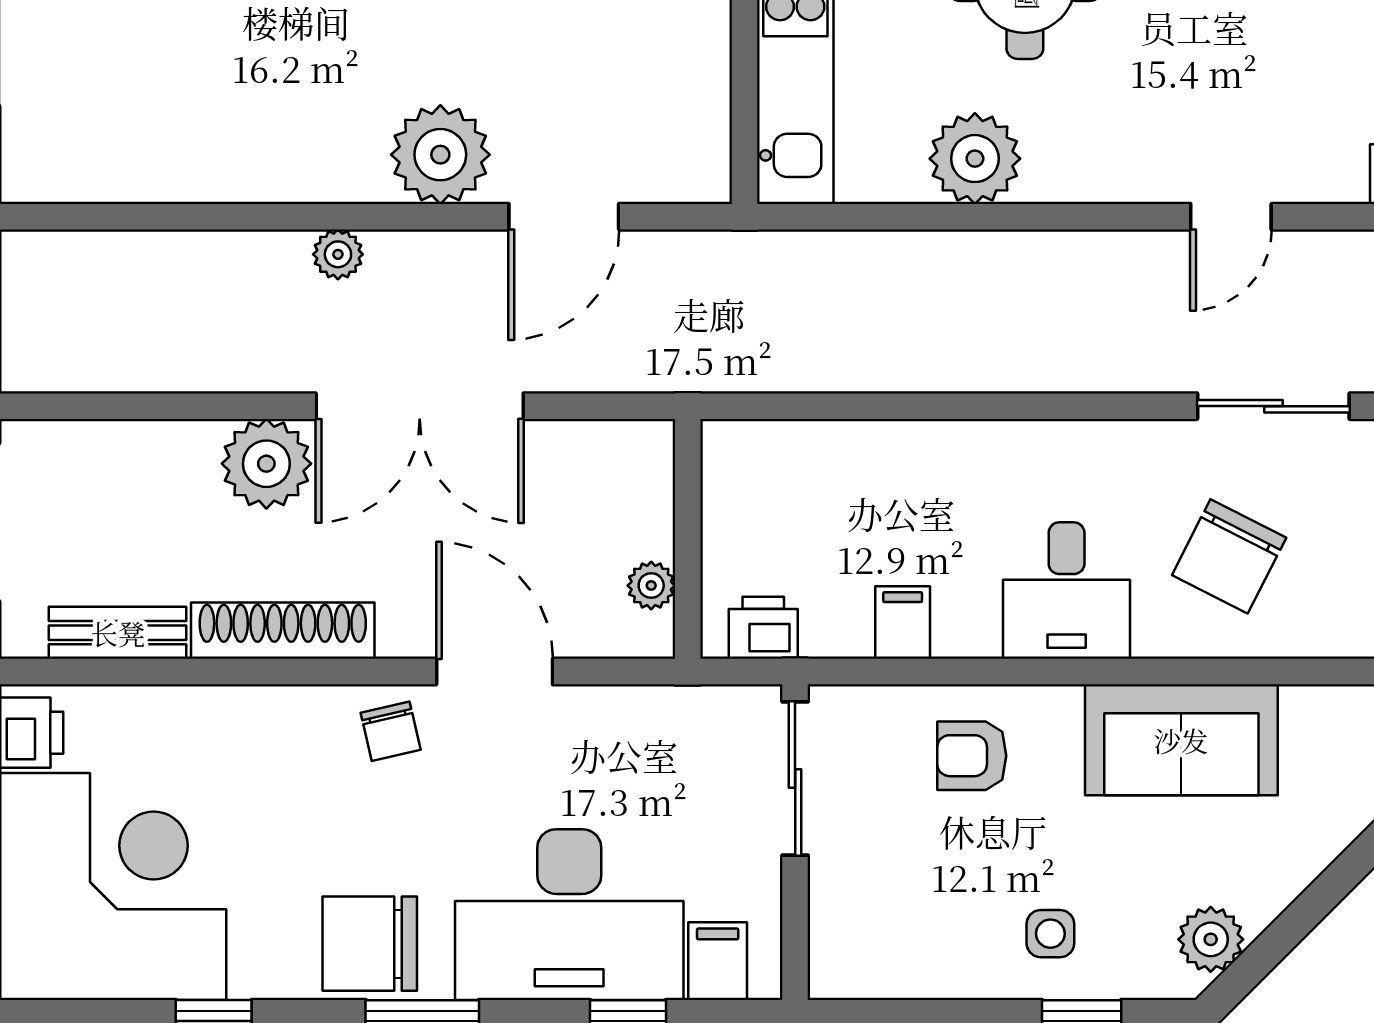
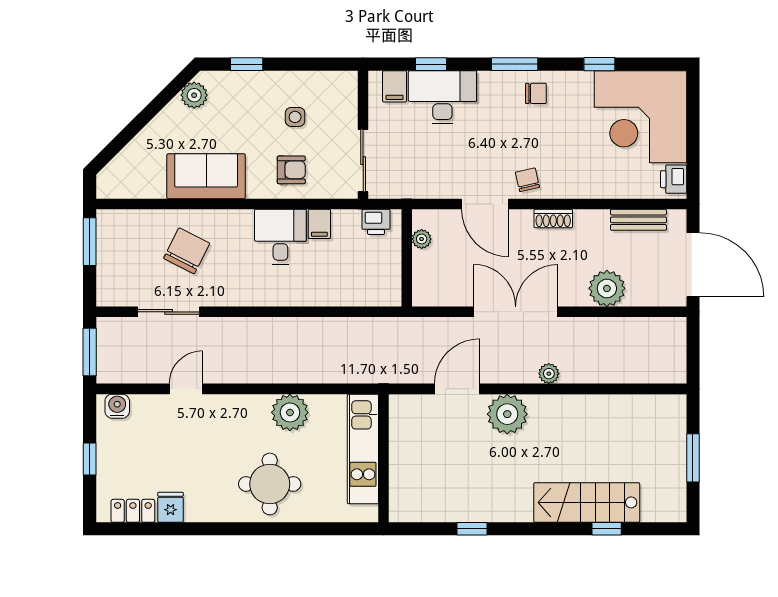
plant: (266, 464) -> (607, 288), moved
desk: (1067, 591) -> (280, 237), moved
shoe rack: (283, 631) -> (553, 218), width x0.51, depth x0.81
desk: (569, 915) -> (442, 97), width x0.73, depth x0.77
side table: (1050, 934) -> (295, 117), moved
chair: (370, 944) -> (536, 93), width x0.54, depth x0.54

